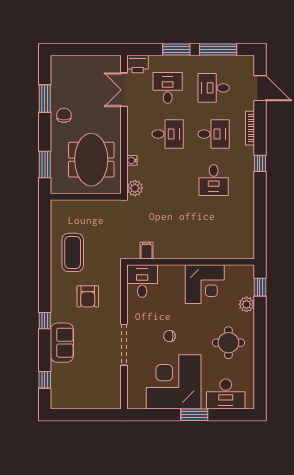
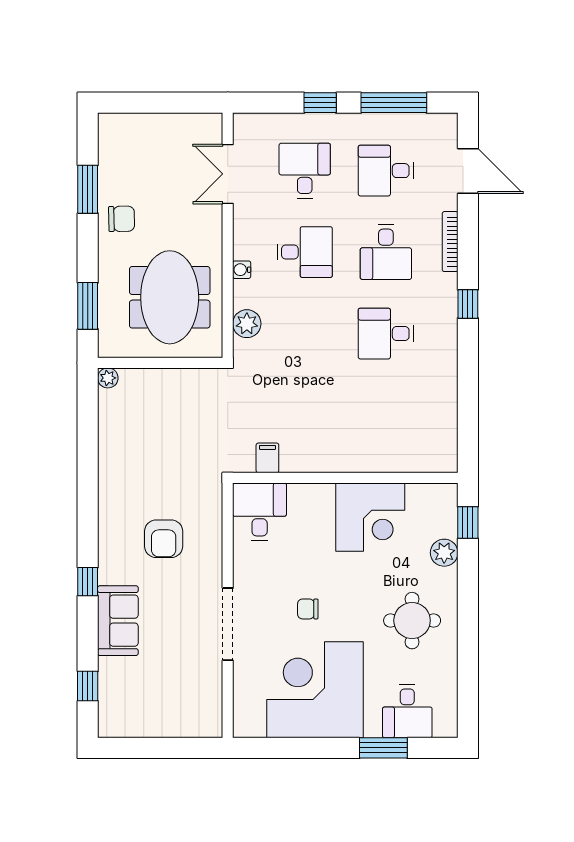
window: (176, 49) -> (320, 103), width x0.67
printer: (138, 64) -> (252, 128), removed
chair: (64, 115) -> (122, 219), turned 89
desk: (214, 134) -> (386, 252), turned 90
water cooler: (132, 160) -> (242, 270), moved
desk: (214, 180) -> (386, 334), turned 90
plant: (135, 188) -> (247, 324), moved
plant: (56, 205) -> (108, 378), added
coffee table: (73, 252) -> (137, 461), removed
desk: (226, 394) -> (407, 711), width x0.73
window: (194, 415) -> (383, 748), moved

